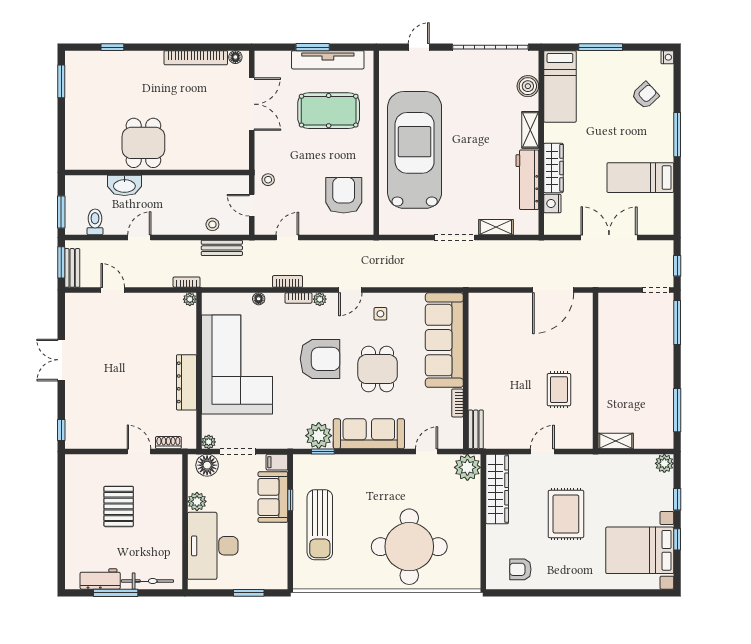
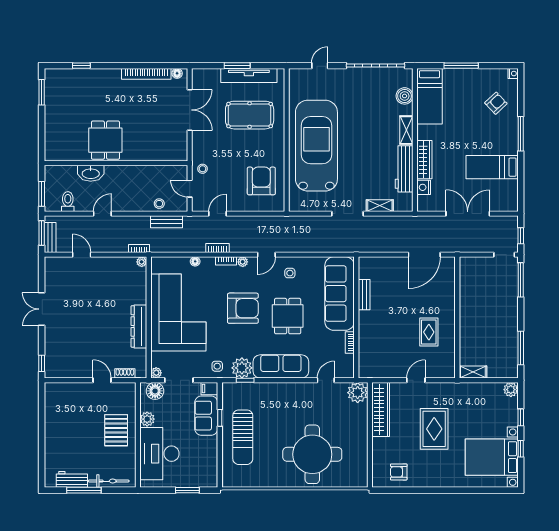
bench: (476, 429) -> (364, 295), moved
side table: (287, 433) -> (217, 366), added
pallet: (119, 506) -> (116, 430), moved

